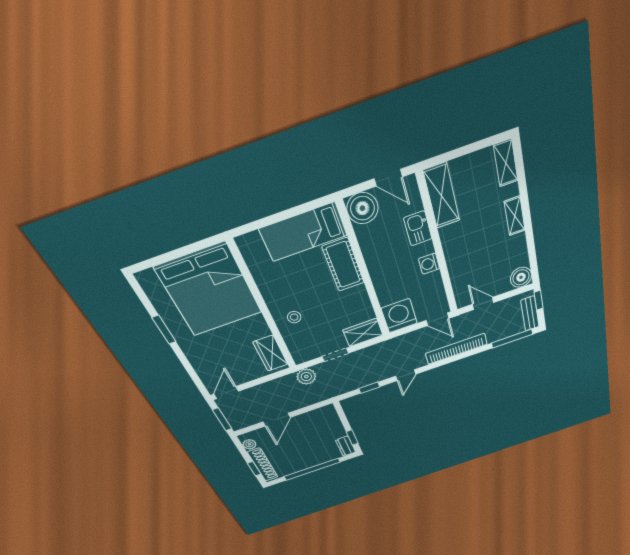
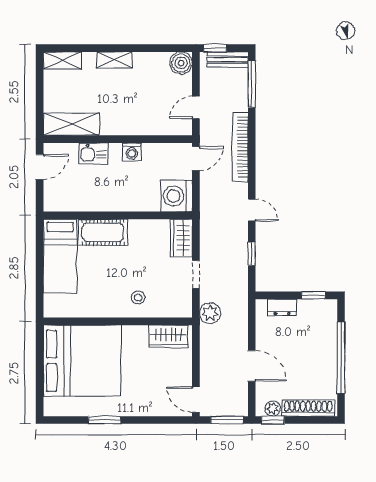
boiler: (362, 208) -> (58, 197), removed
dresser: (346, 446) -> (282, 307), moved
window: (254, 469) -> (273, 420), moved

